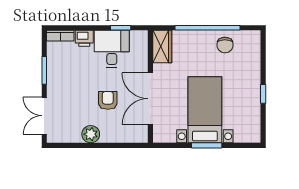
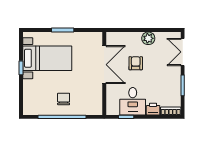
chair: (225, 45) -> (64, 99), moved
wardrobe: (162, 47) -> (95, 103), removed
armchair: (108, 100) -> (136, 63), turned 180
bed with nightstands: (205, 110) -> (47, 58), moved, turned -90
double door: (44, 116) -> (183, 52), swing flipped

